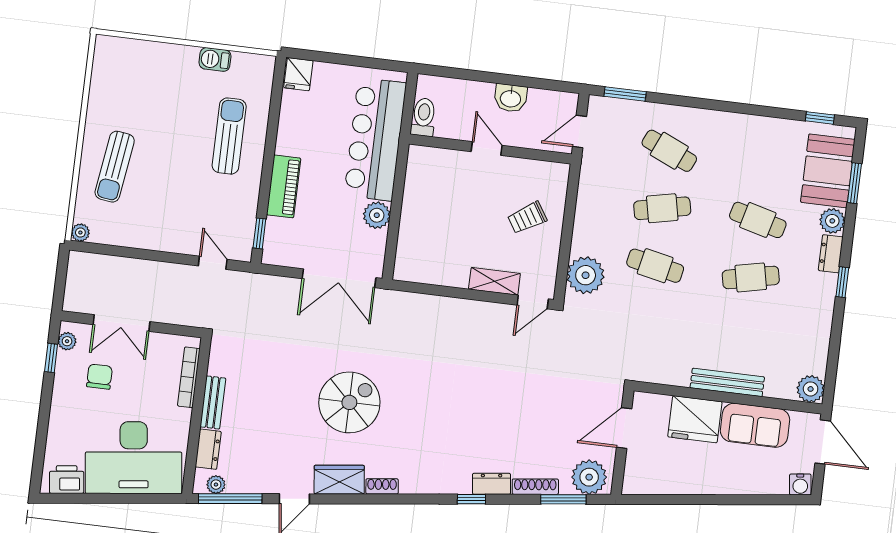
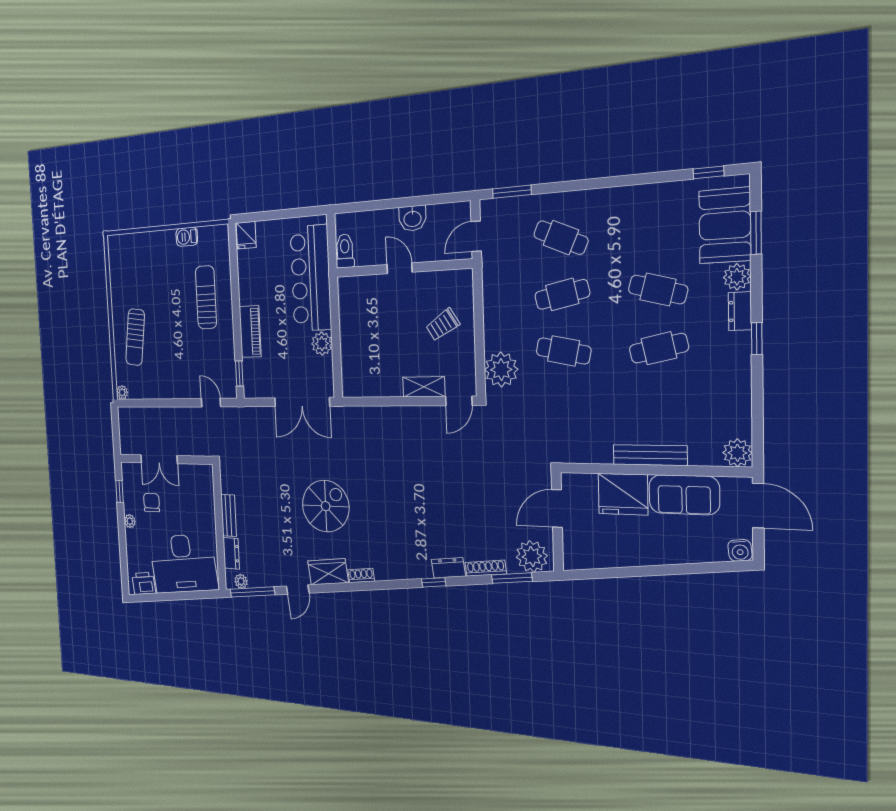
plant: (67, 341) -> (130, 521), moved
bookcase: (189, 377) -> (209, 497), removed

